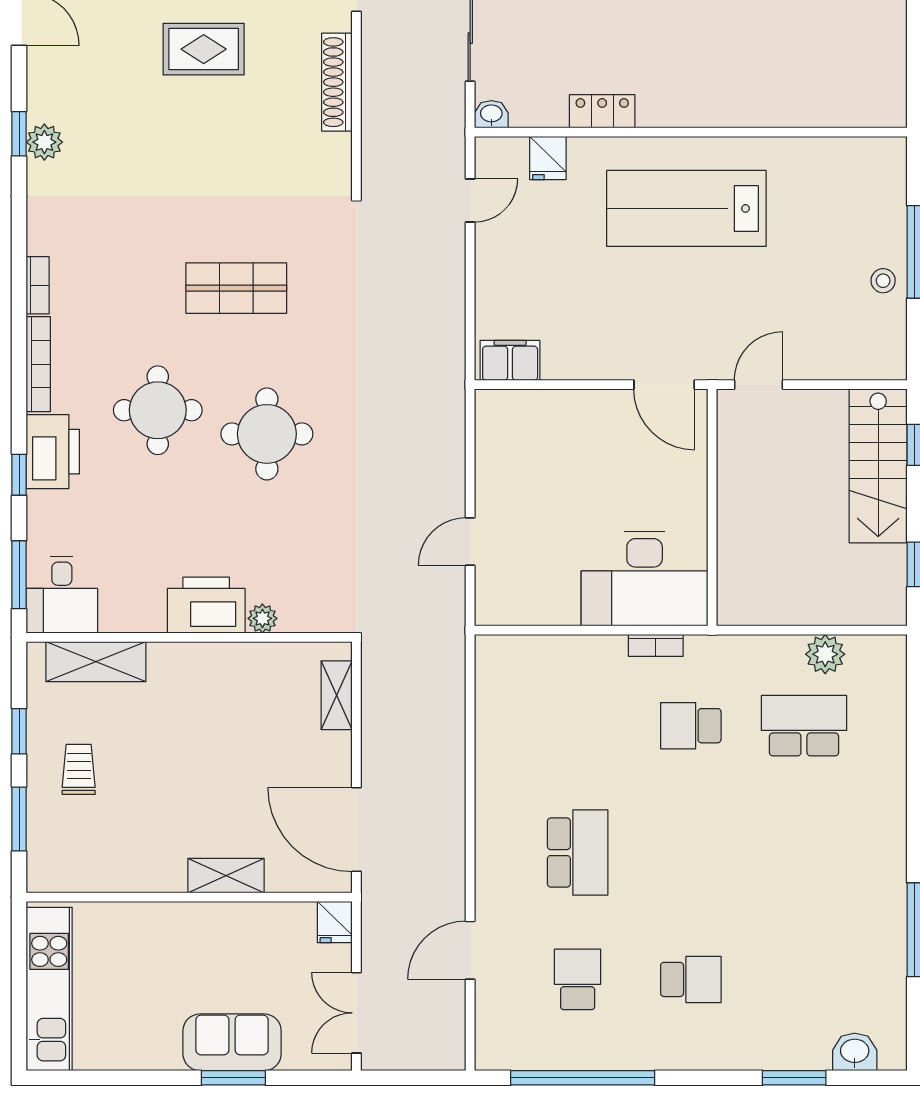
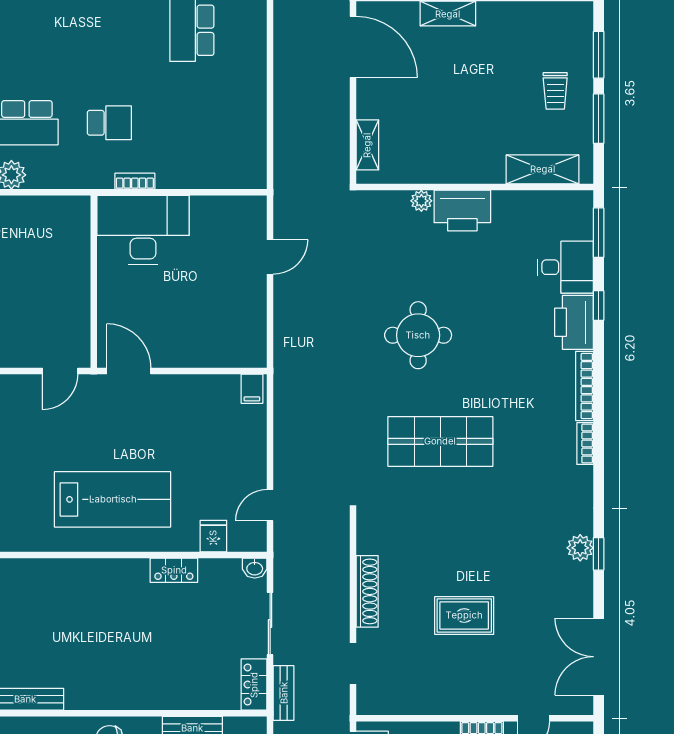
shop shelf: (236, 288) -> (440, 441), width x1.43, depth x1.36
filing cabinet: (510, 360) -> (252, 389), width x0.50
round table: (158, 410) -> (498, 352), removed
desk: (62, 595) -> (565, 267), moved, turned 90
window: (19, 731) -> (599, 119), width x1.50

